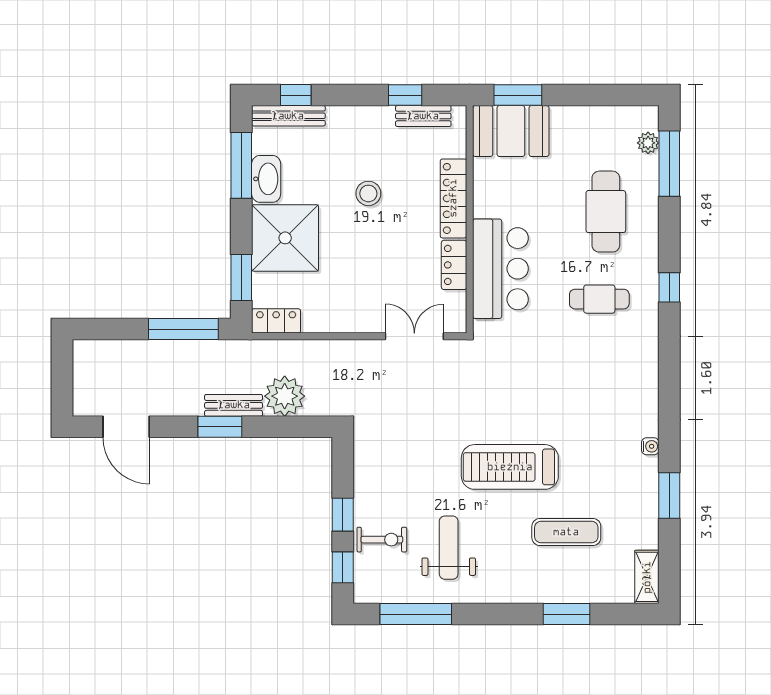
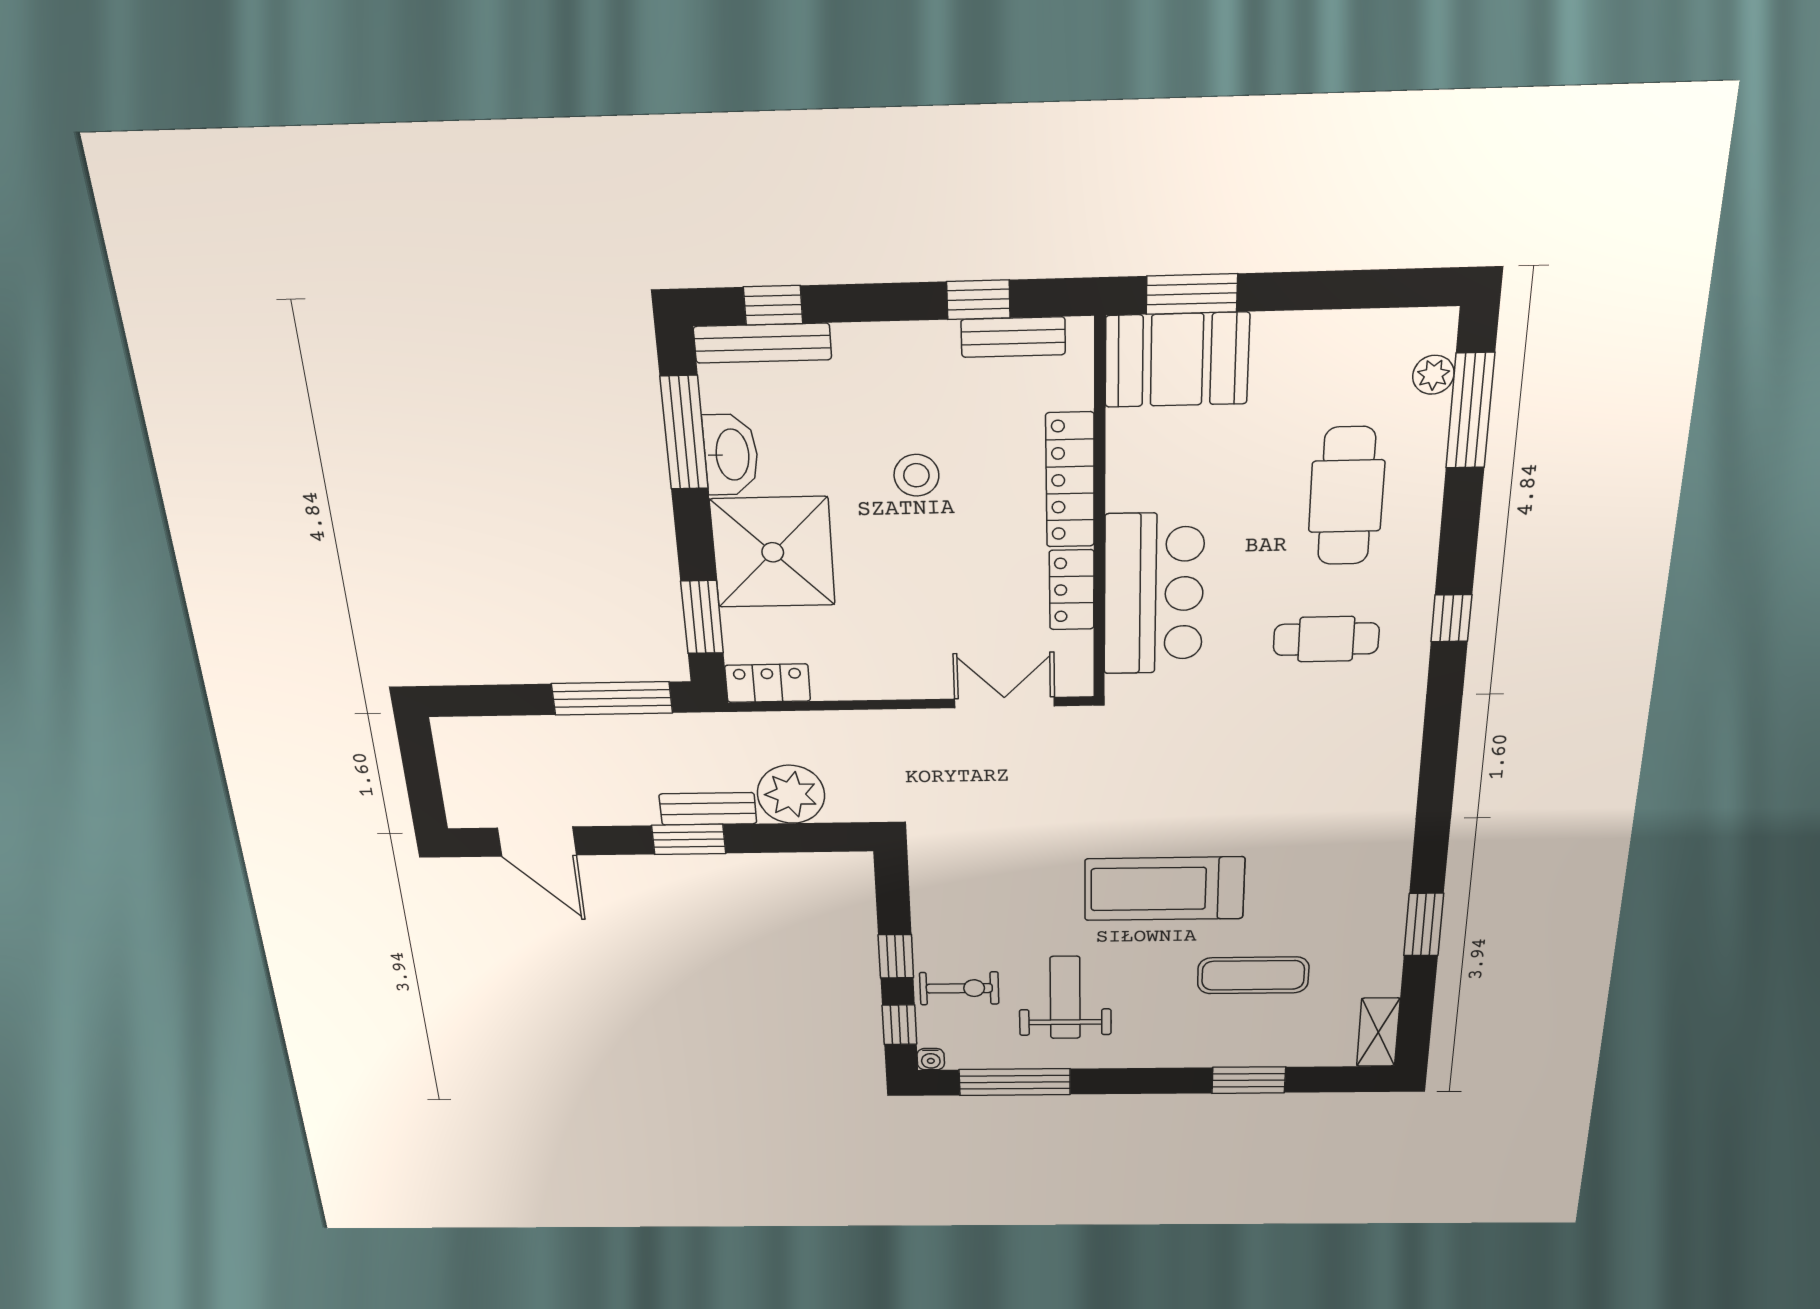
water cooler: (650, 446) -> (931, 1059), moved, turned 90

